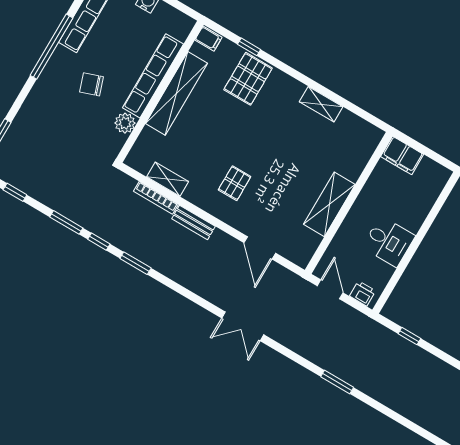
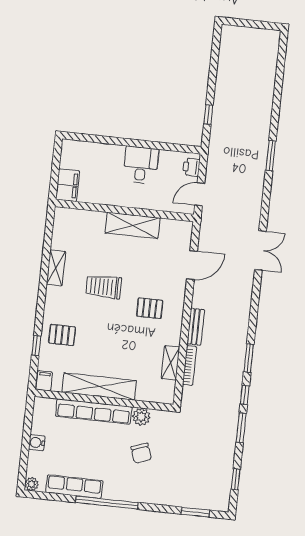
pallet: (248, 79) -> (62, 335), width x0.67, depth x0.71
chair: (92, 84) -> (141, 453), moved
trolley: (279, 145) -> (104, 287), added

